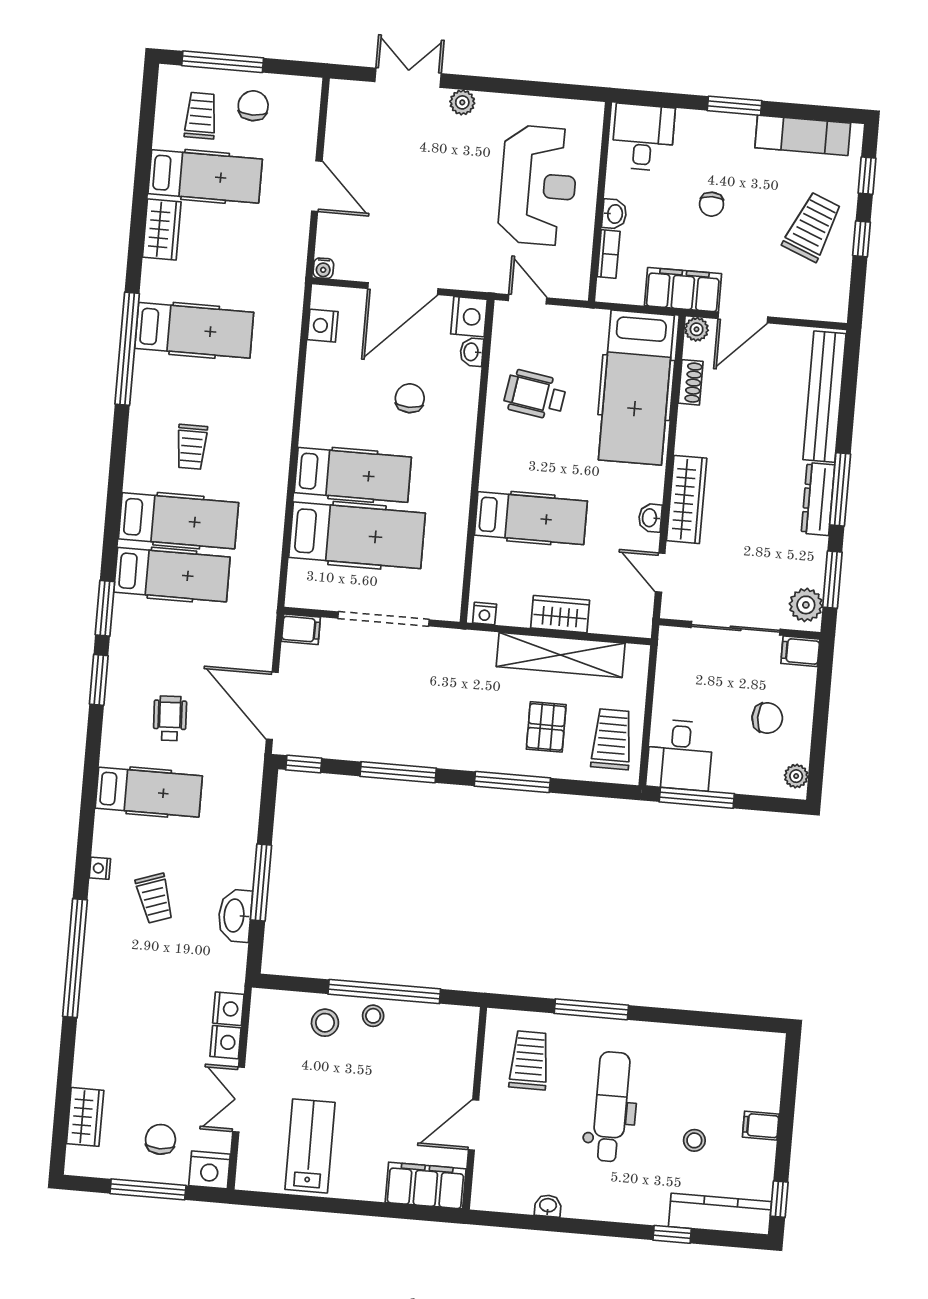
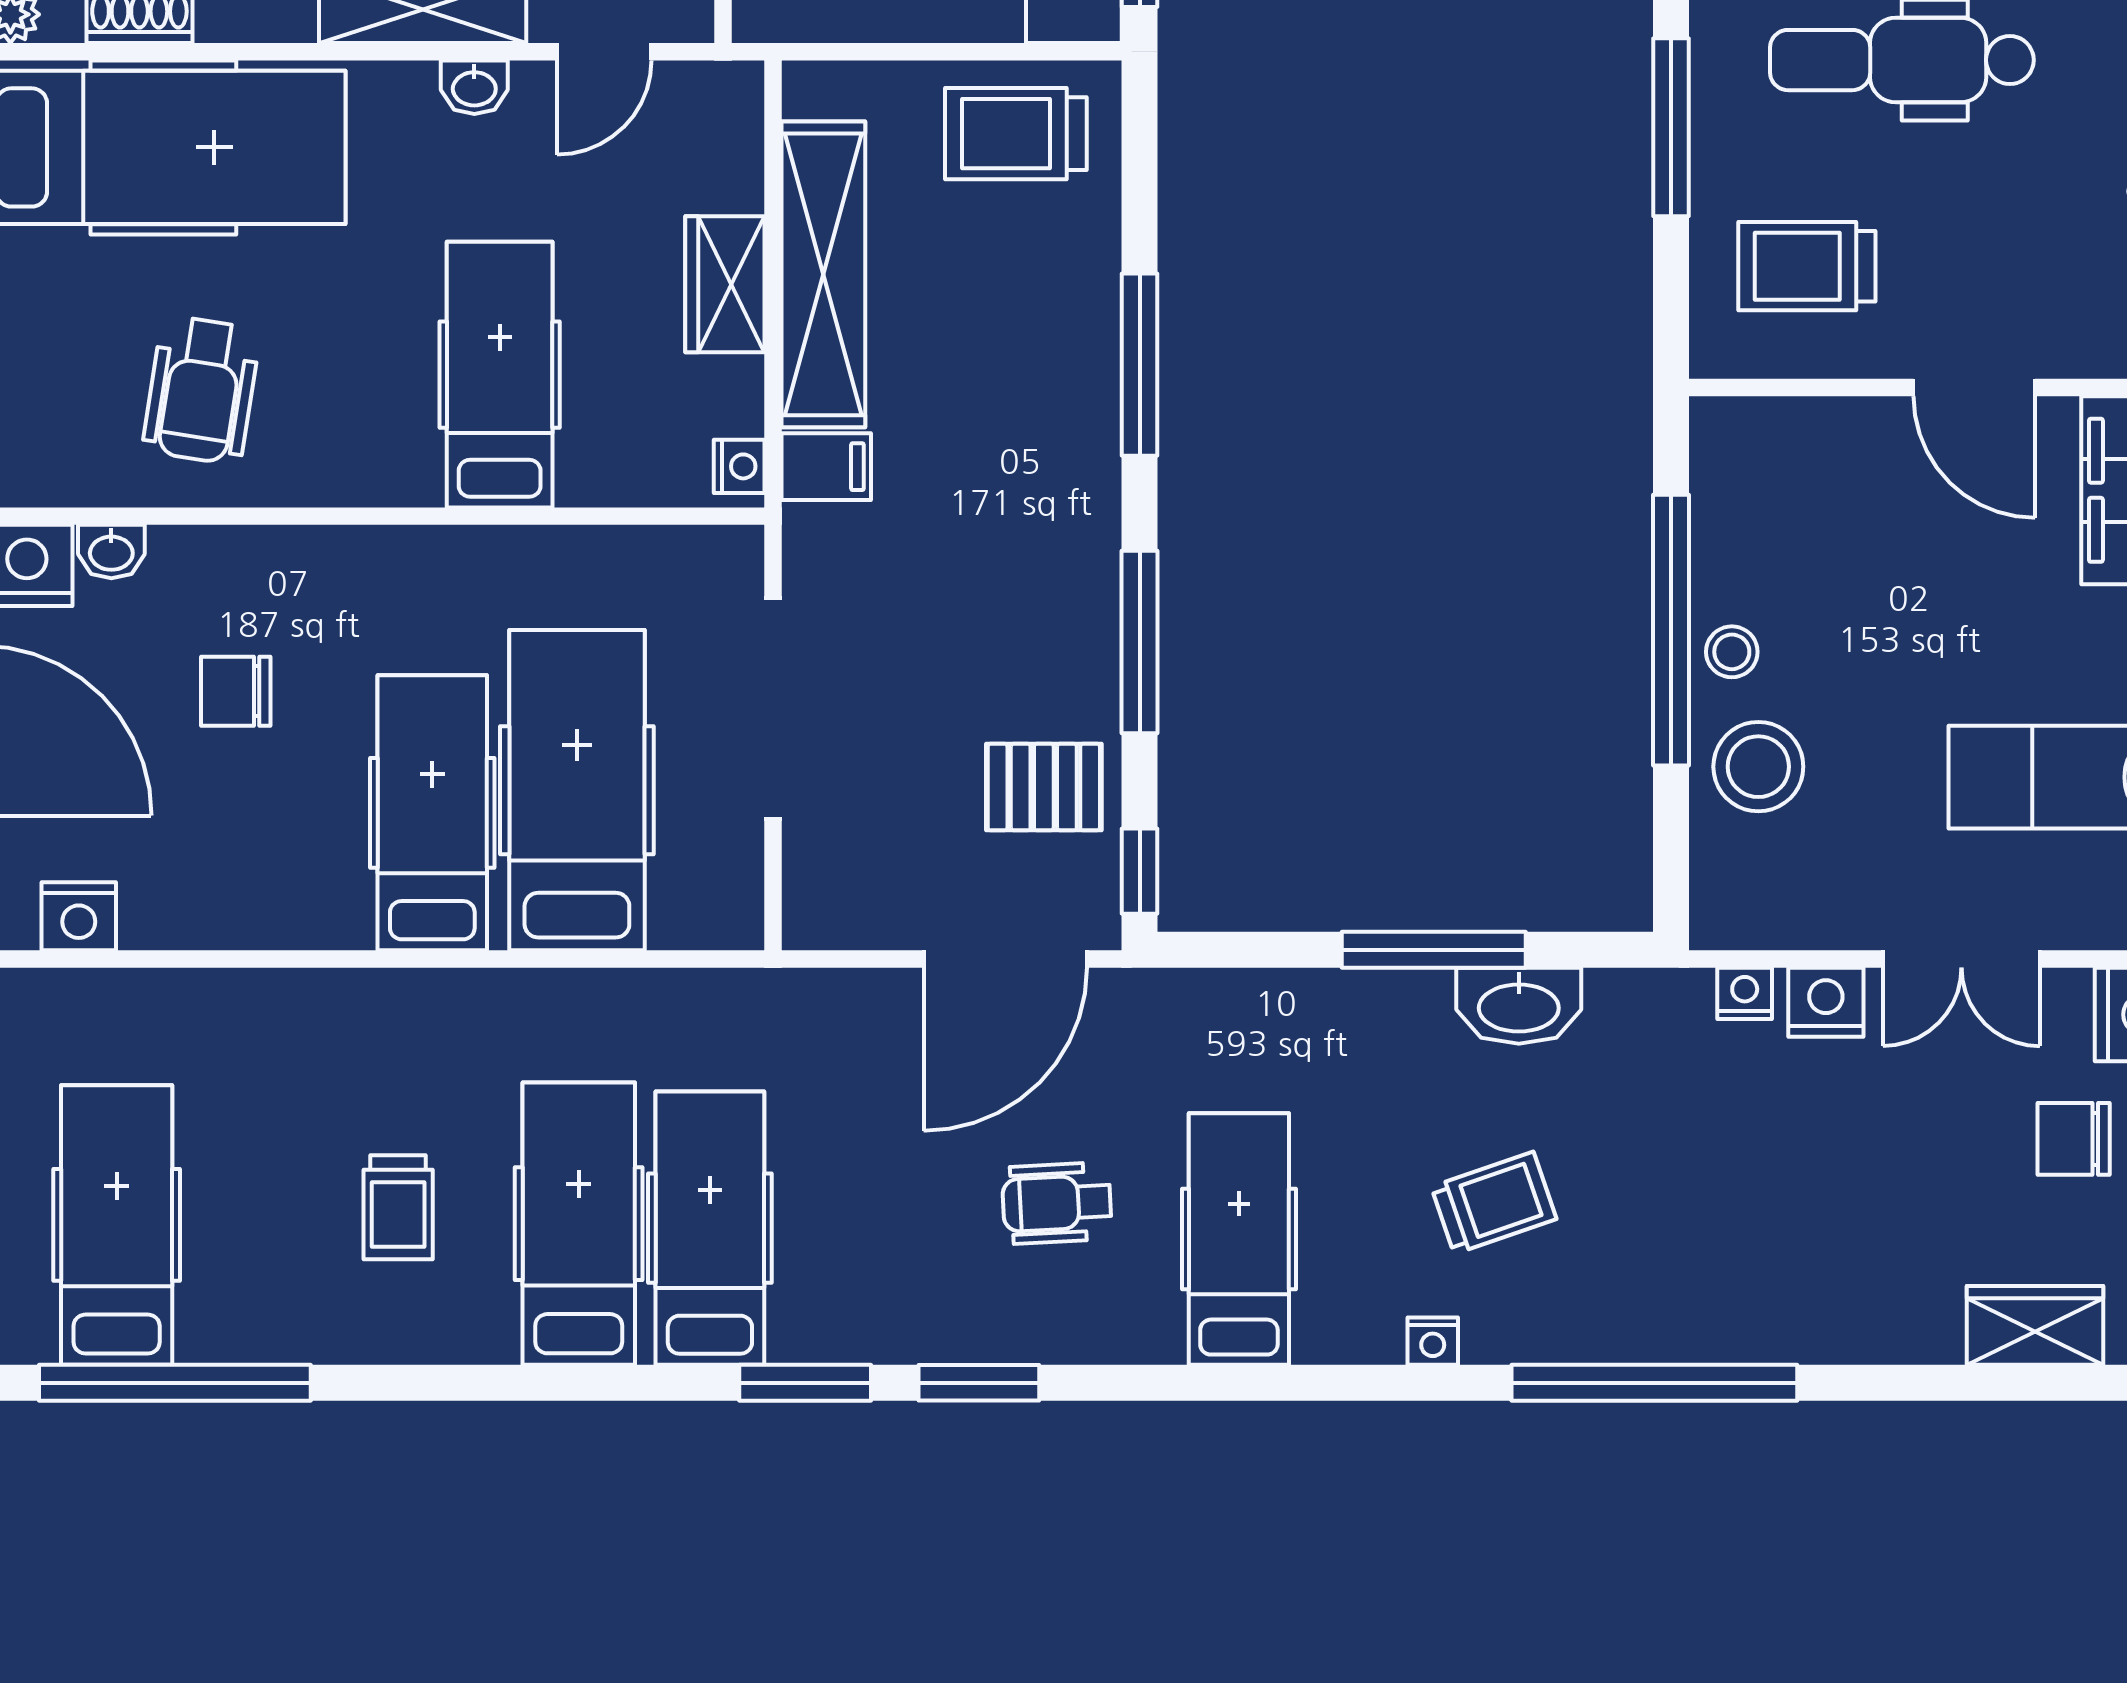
trolley: (192, 447) -> (398, 1207), turned 90
filing cabinet: (301, 629) -> (826, 467), moved, turned 90
pallet: (546, 727) -> (1044, 787), moved
nightstand: (228, 1009) -> (1745, 993), width x0.72, depth x0.74
stool: (325, 1023) -> (1758, 767), width x1.38, depth x1.38

